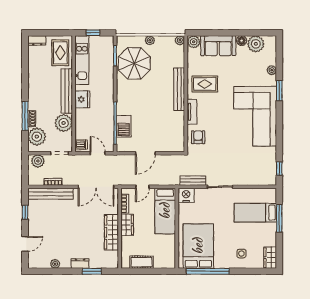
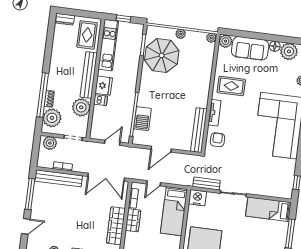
bench: (179, 89) -> (199, 130), moved
window: (25, 116) -> (43, 95), width x1.46
dishwasher: (81, 145) -> (100, 100), moved
door: (98, 153) -> (112, 143), hinge flipped
window: (25, 212) -> (30, 194), width x2.17
bed: (255, 213) -> (268, 209), moved

